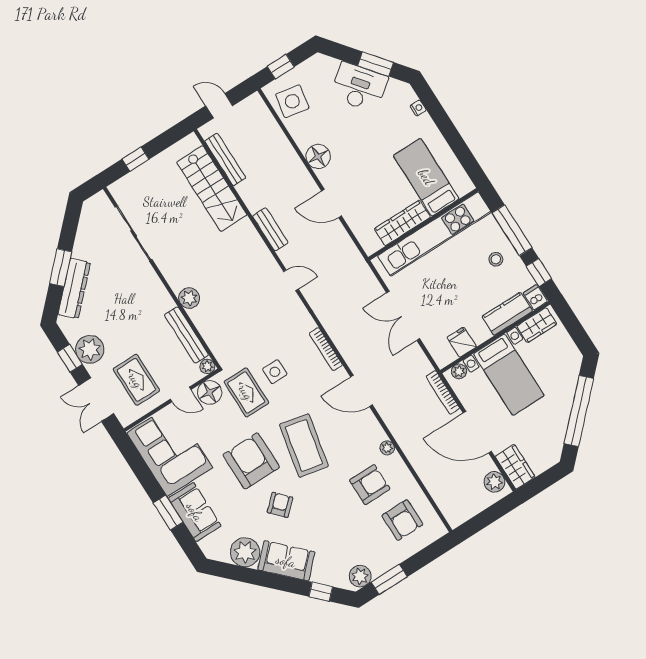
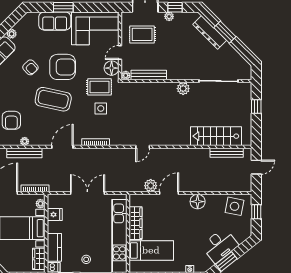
bench: (270, 229) -> (24, 153), moved, width x1.36
plant: (337, 235) -> (151, 186), added
plant: (189, 298) -> (183, 89), moved
plant: (90, 349) -> (169, 16), width x0.53, depth x0.53
plant: (245, 552) -> (12, 34), width x0.53, depth x0.53

